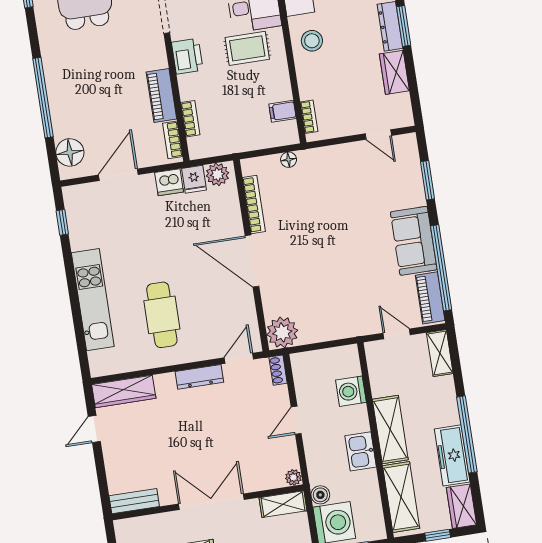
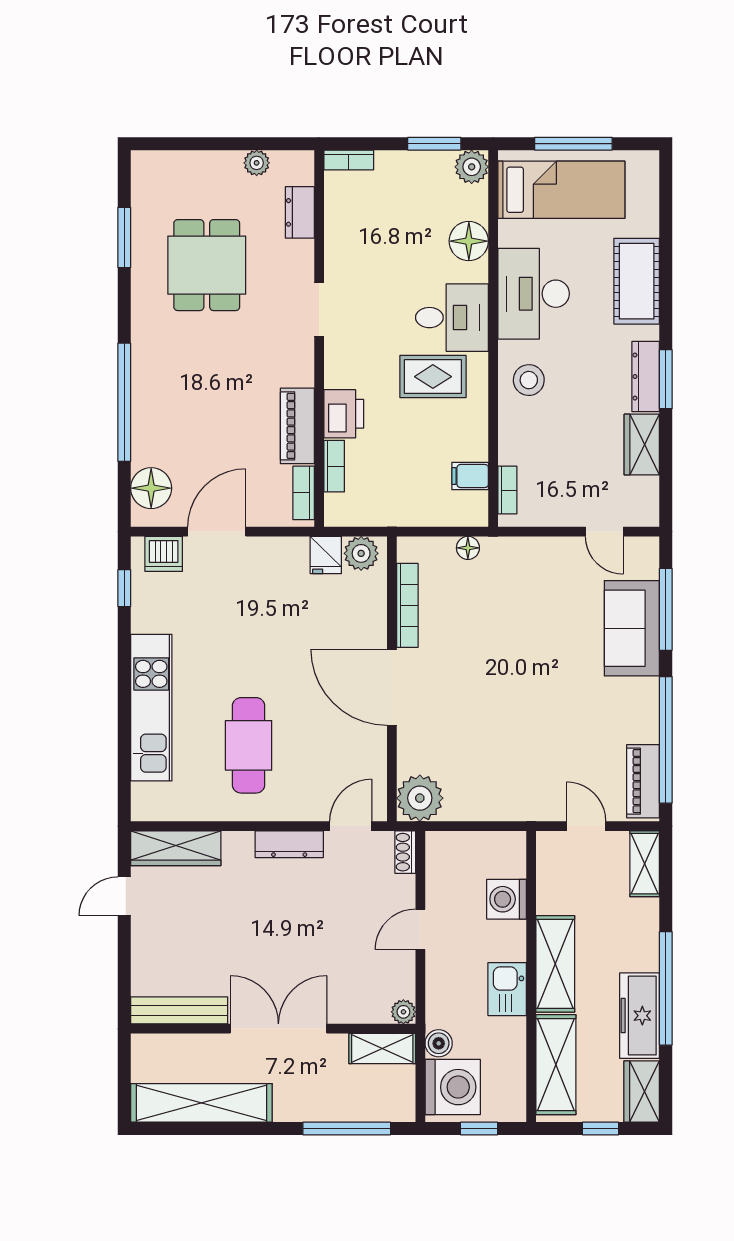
printer: (187, 56) -> (344, 414), moved
window: (428, 180) -> (666, 609), width x1.44
dishwasher: (169, 182) -> (164, 554), moved
sofa: (414, 241) -> (632, 628), moved
bench: (134, 501) -> (179, 1010), width x1.36

